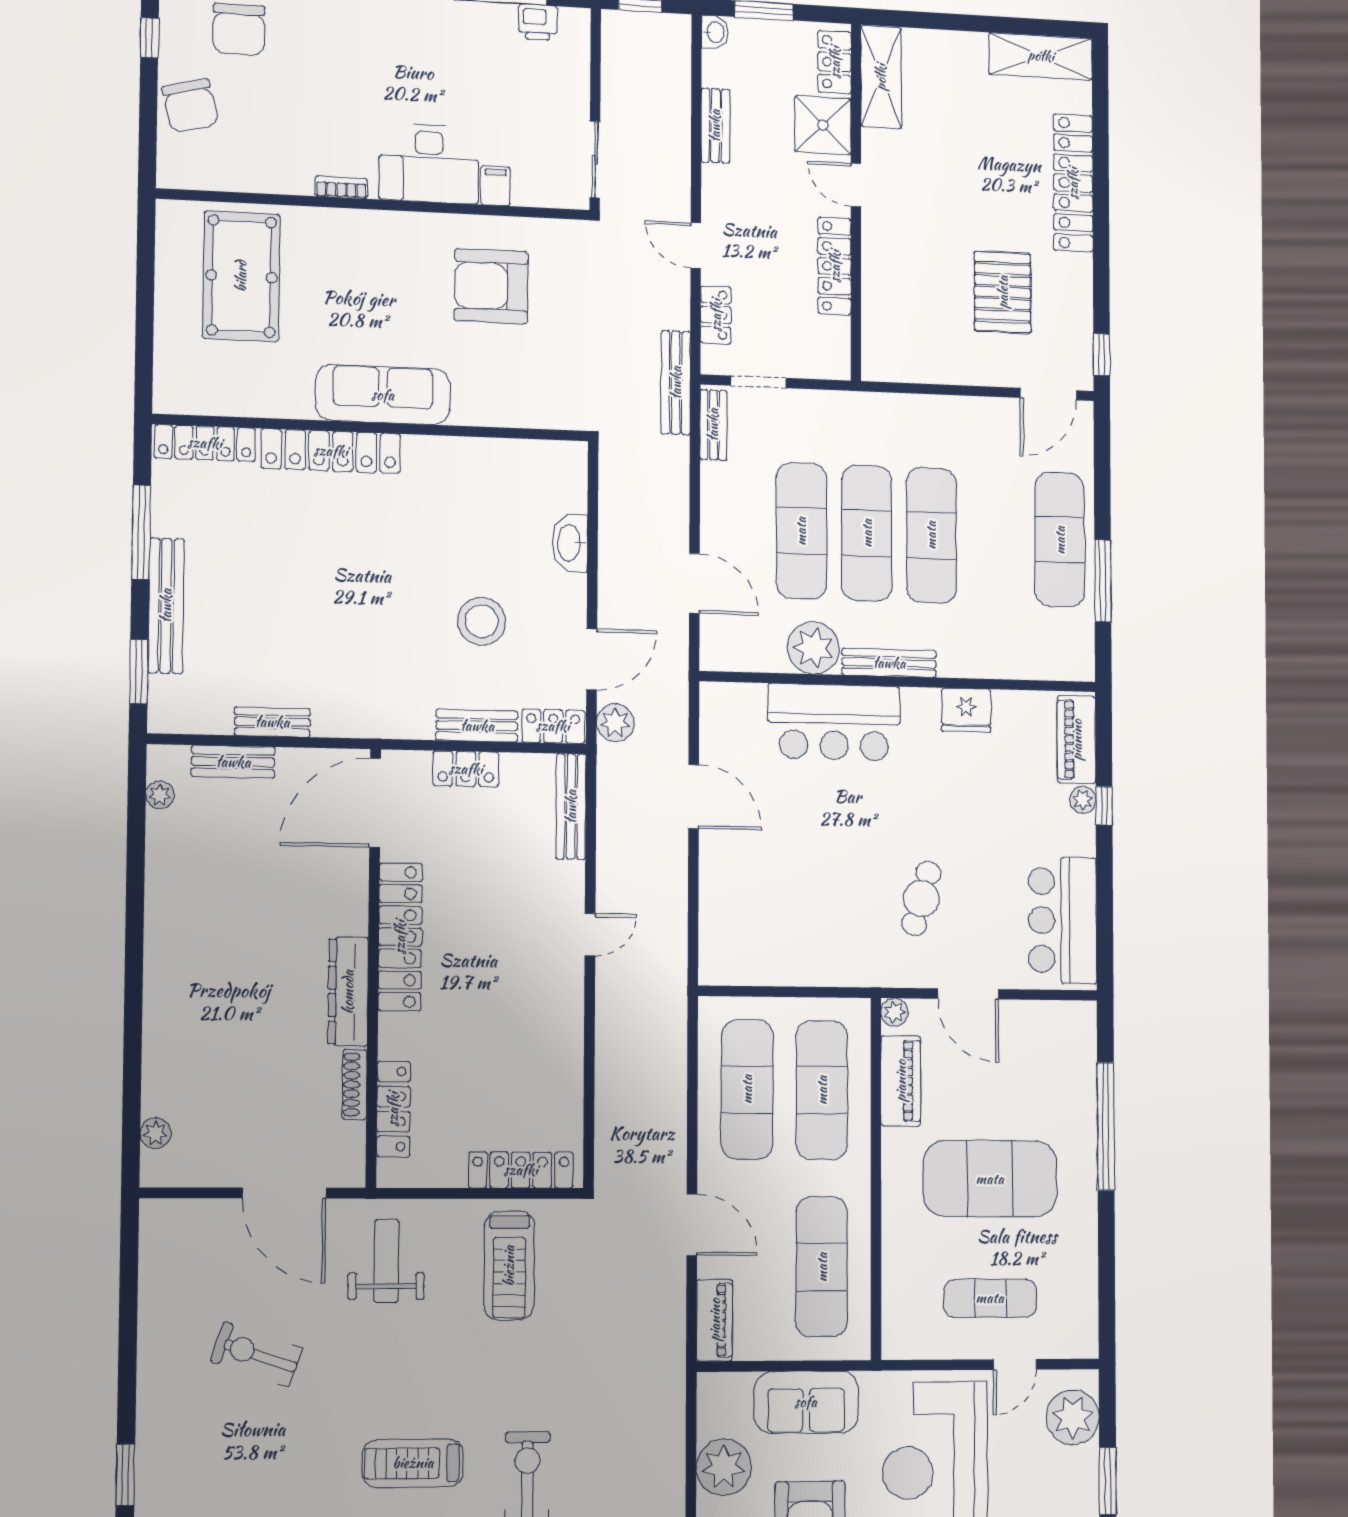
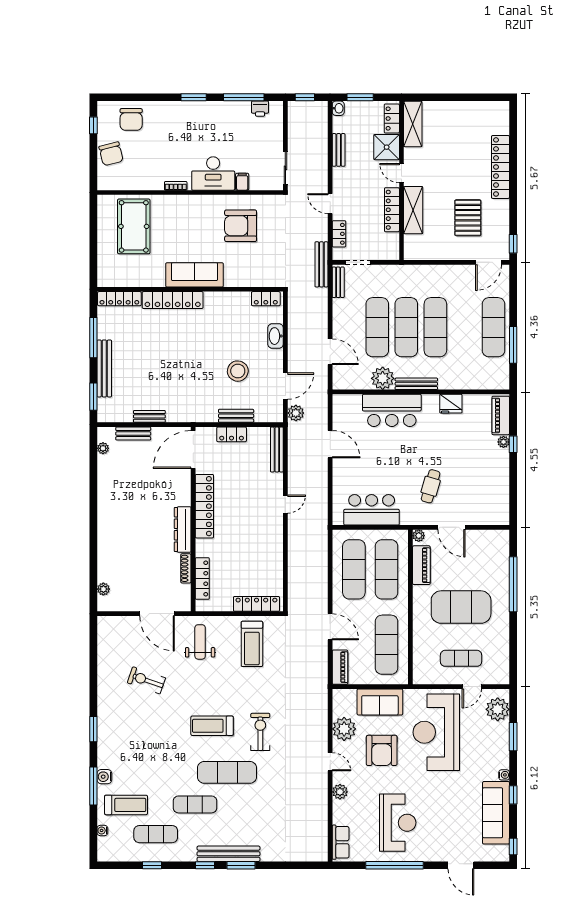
shelving: (1041, 56) -> (413, 210), moved, turned 90
locker: (553, 726) -> (266, 299), moved, turned 180
bar counter: (1063, 920) -> (372, 510), moved, turned 90

